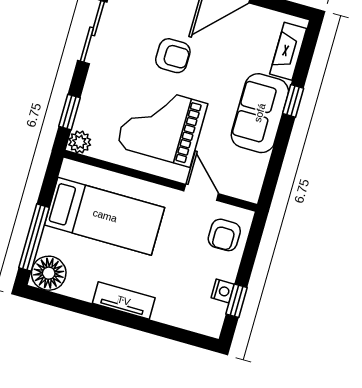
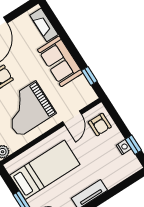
window: (293, 101) -> (89, 76), moved
door: (201, 192) -> (72, 118), swing flipped

